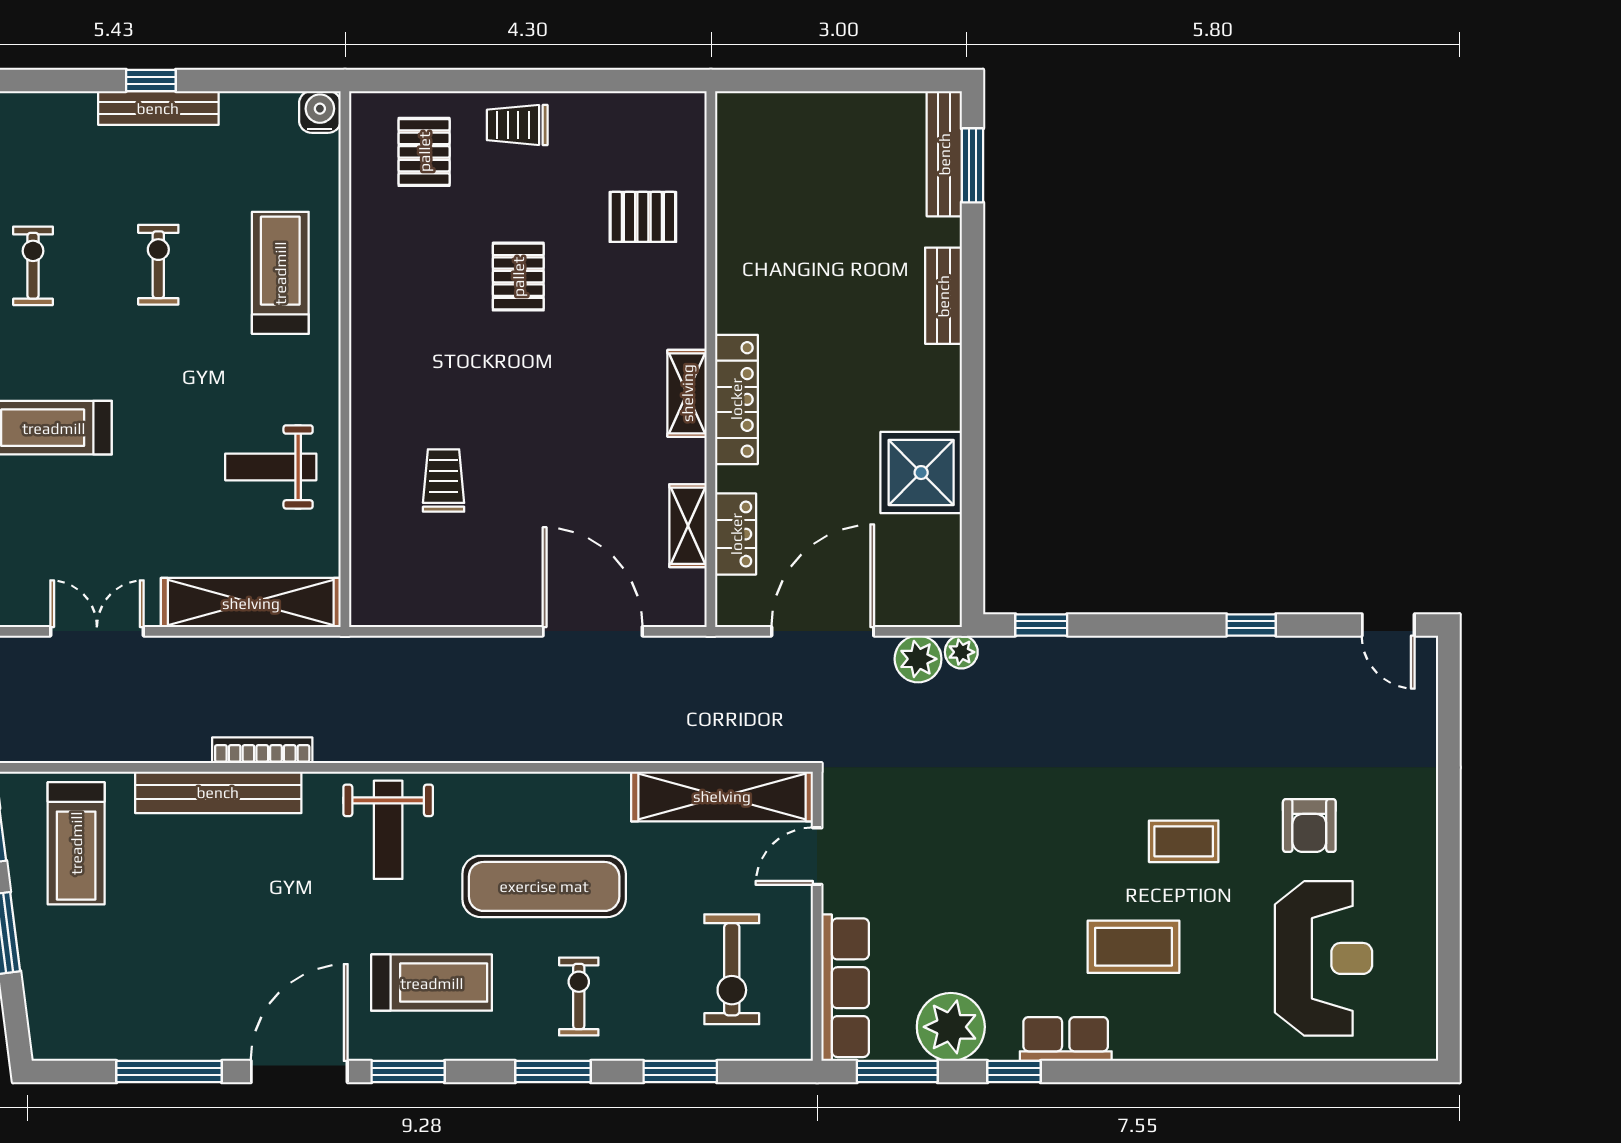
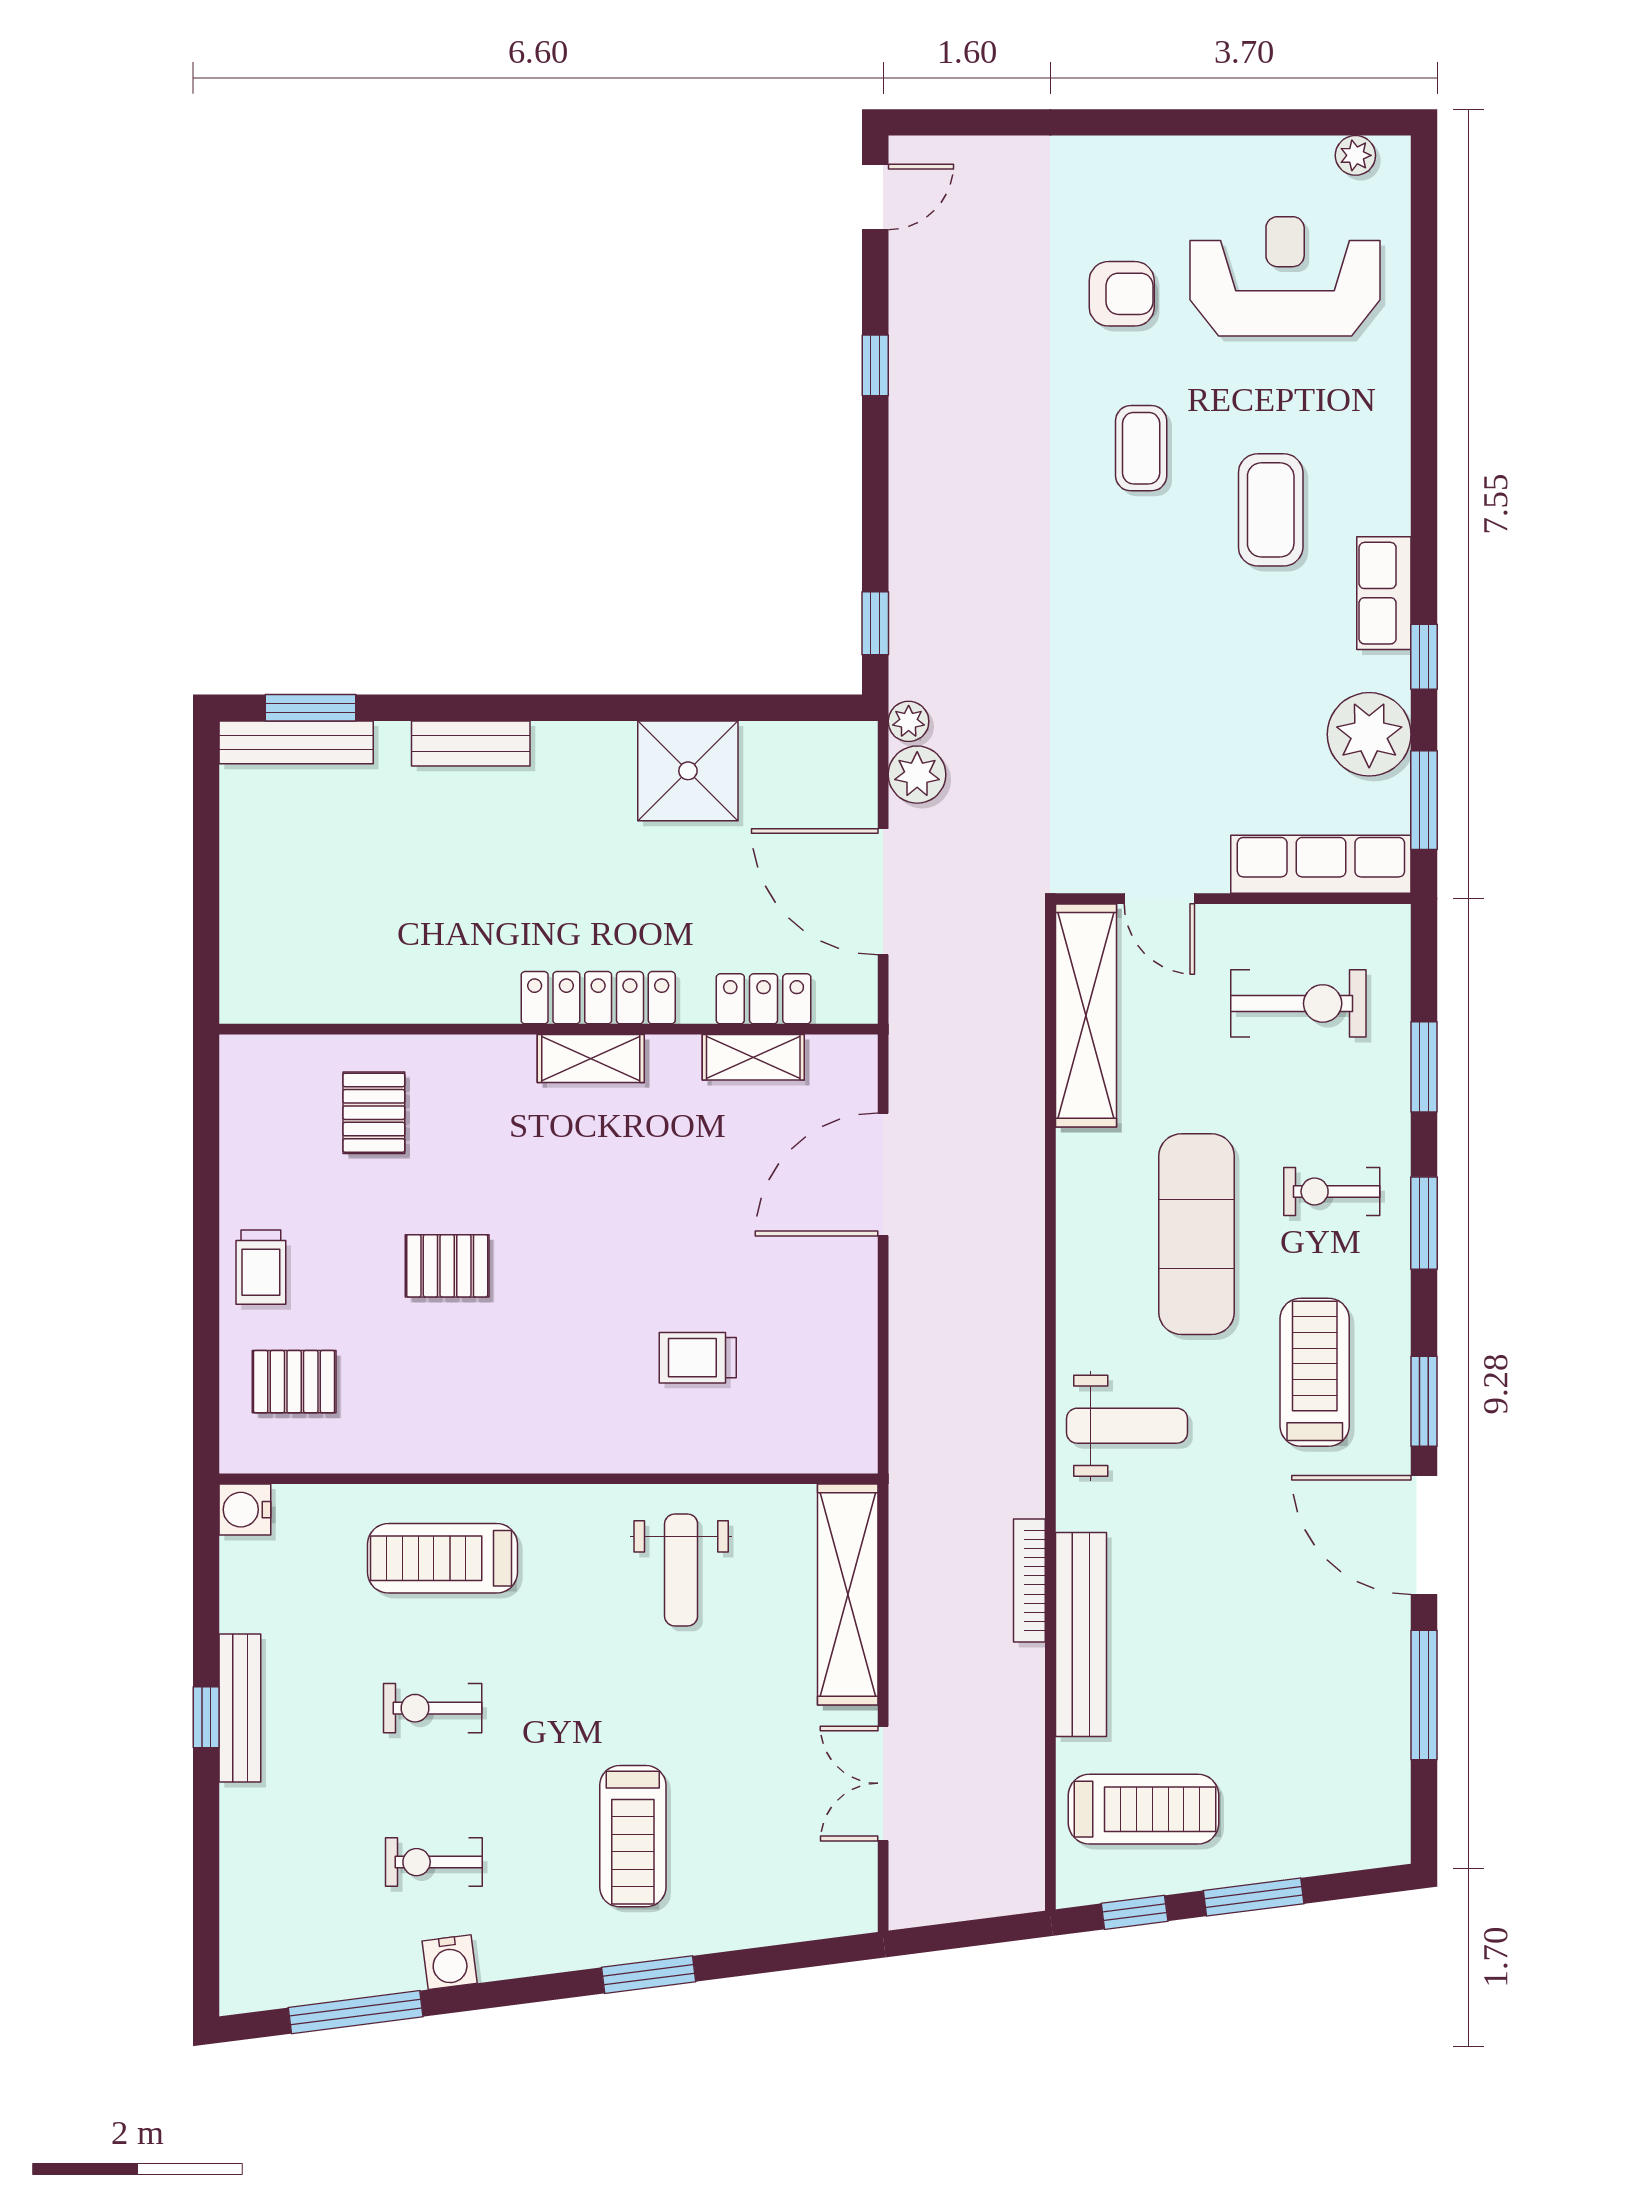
plant: (1422, 1016) -> (1355, 155), added

